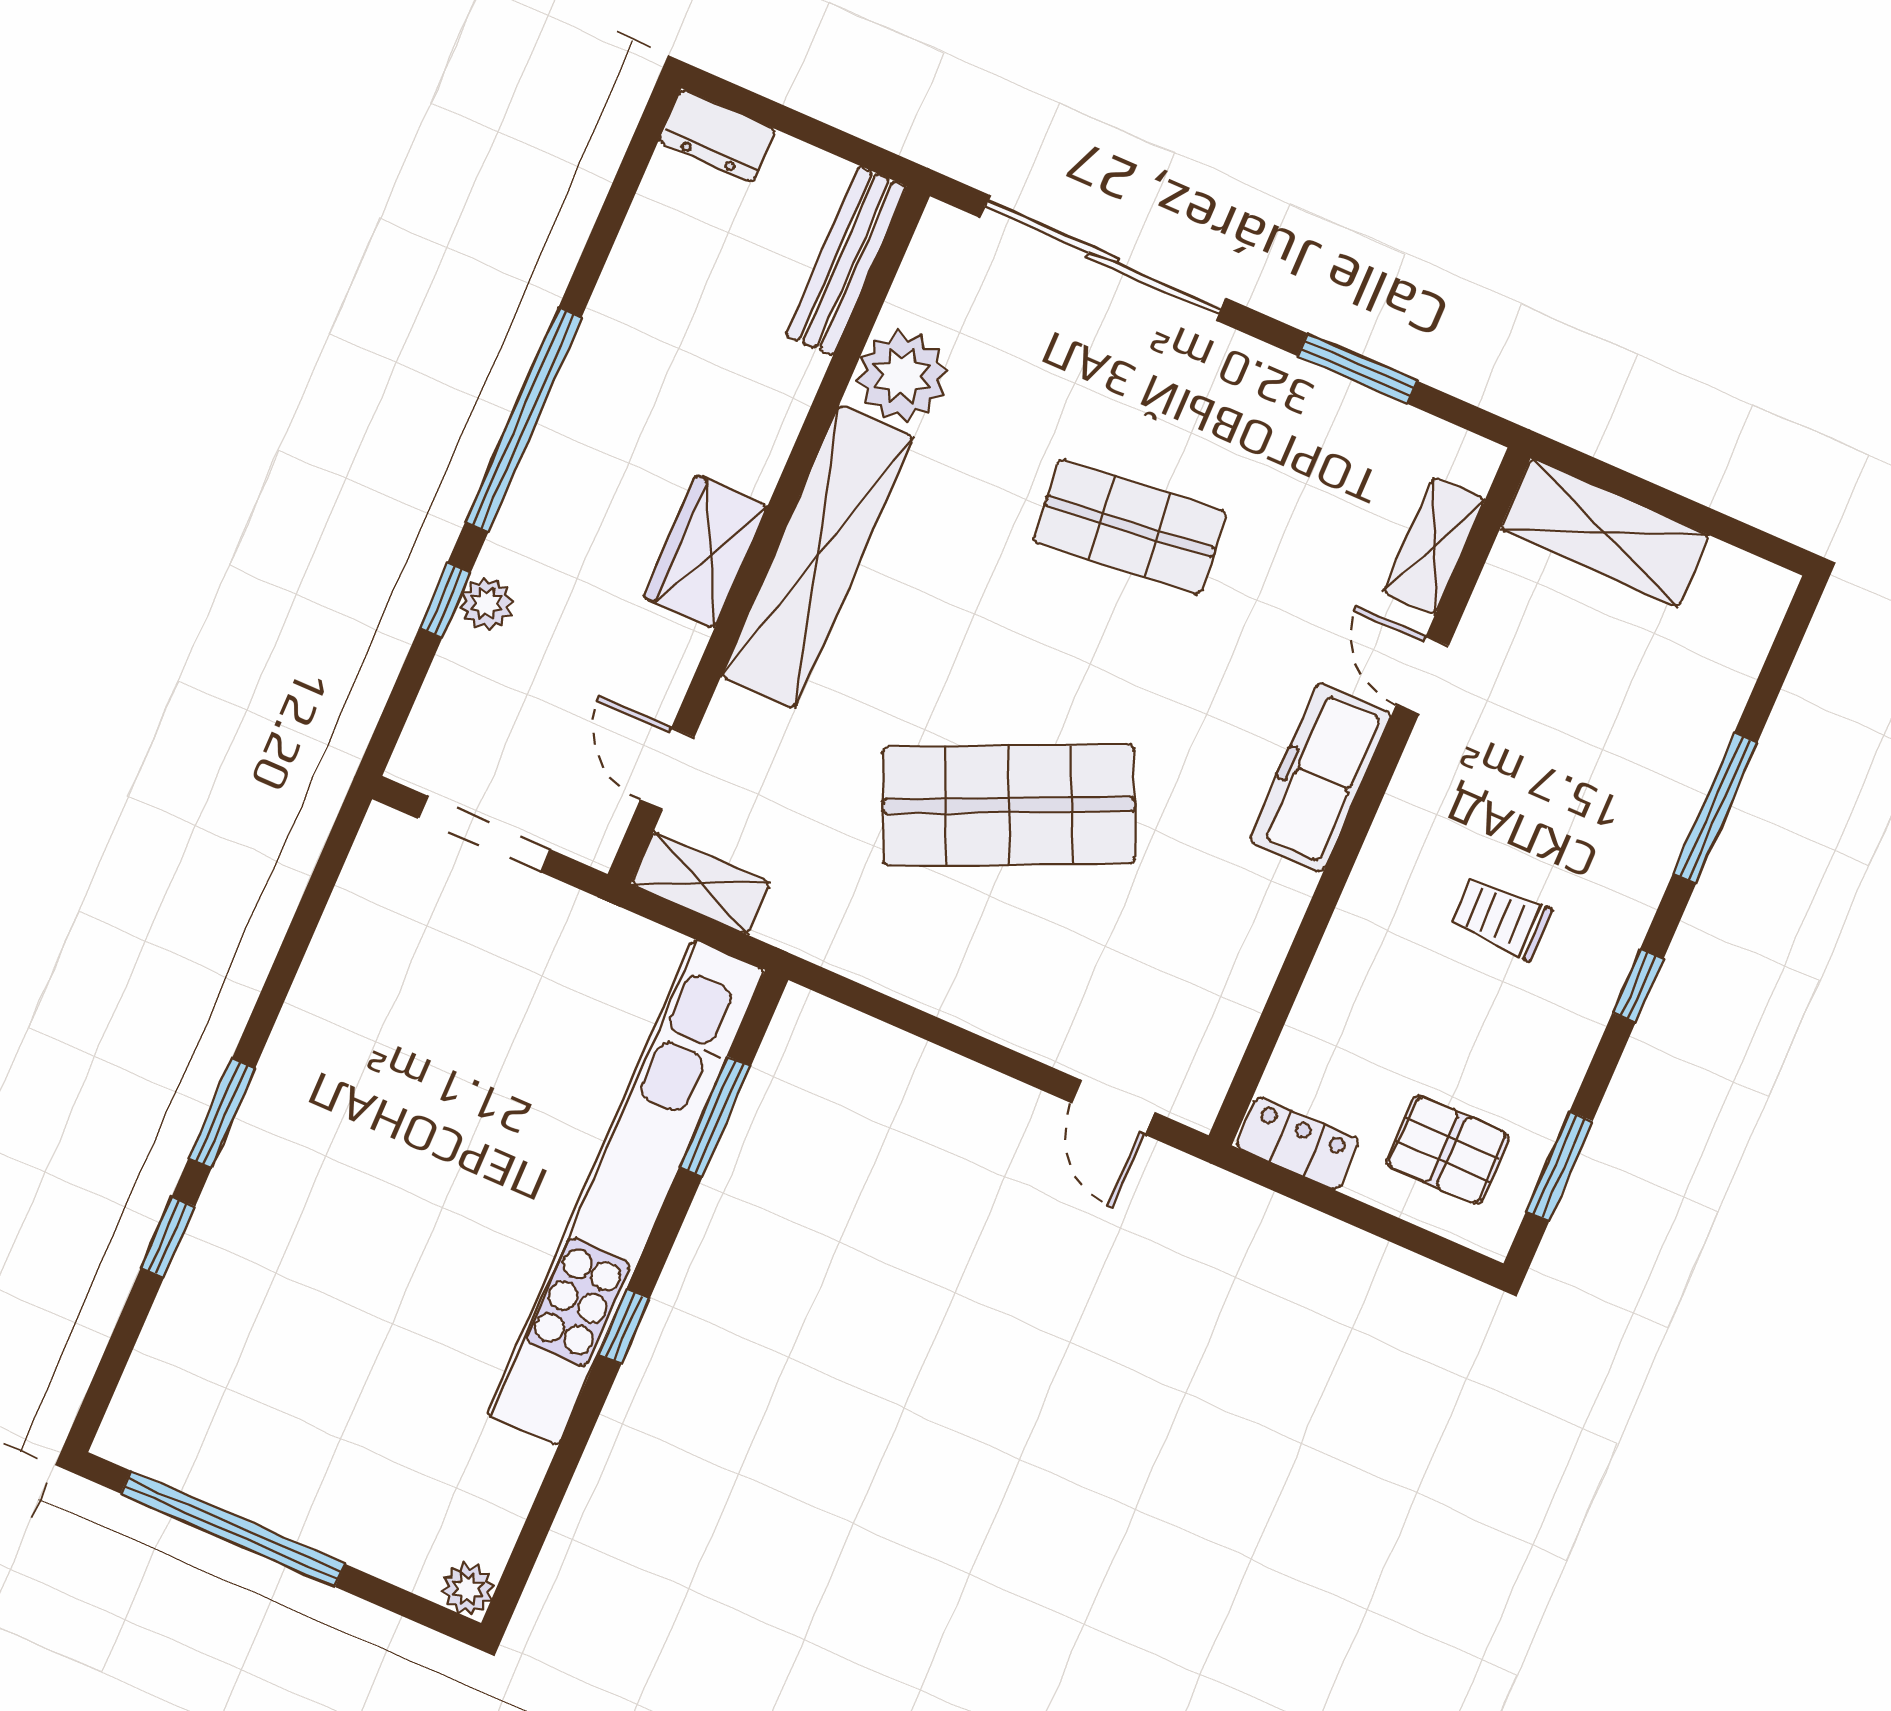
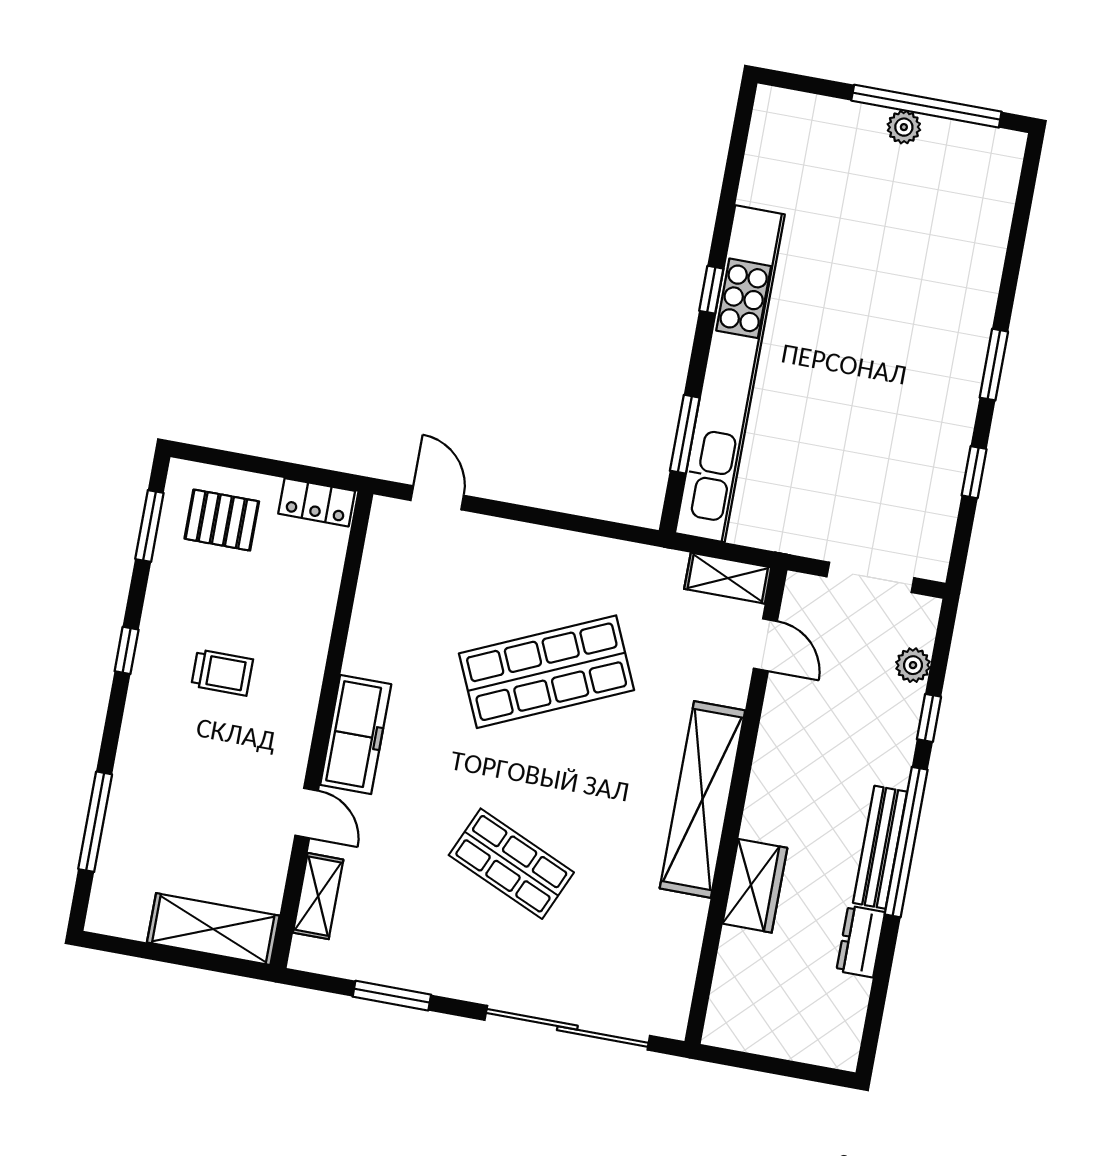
dresser: (717, 136) -> (861, 941), moved, turned -90
bench: (846, 261) -> (880, 847), moved
plant: (902, 376) -> (676, 925), removed
shop shelf: (1130, 526) -> (511, 864), turned 30
wardrobe: (705, 552) -> (755, 886), moved
plant: (486, 603) -> (913, 665), moved
window: (1715, 808) -> (95, 822), moved
window: (168, 1237) -> (974, 472), moved
plant: (468, 1589) -> (904, 127), moved

